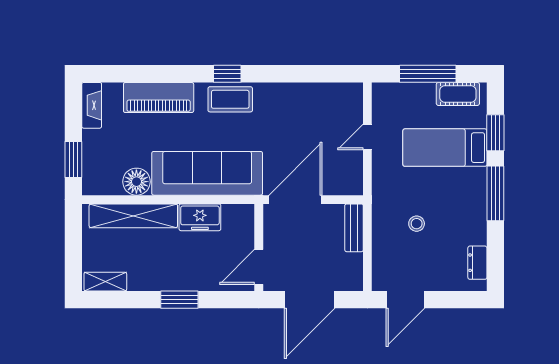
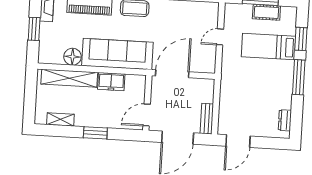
cot: (458, 94) -> (266, 12), moved
window: (73, 159) -> (34, 29), moved
stool: (417, 224) -> (248, 93), removed
bench: (354, 228) -> (207, 119), moved
shelving: (105, 282) -> (60, 119), moved

